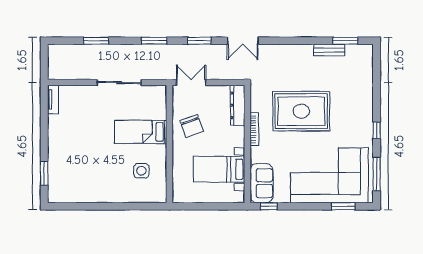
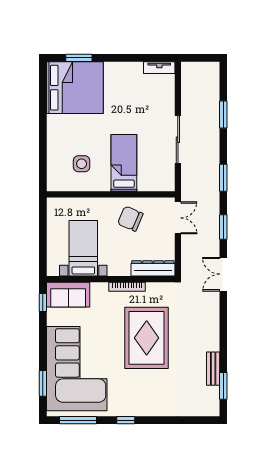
chair: (192, 126) -> (130, 219), turned 43
bed: (71, 177) -> (75, 88), added

